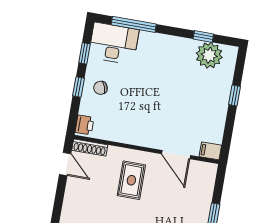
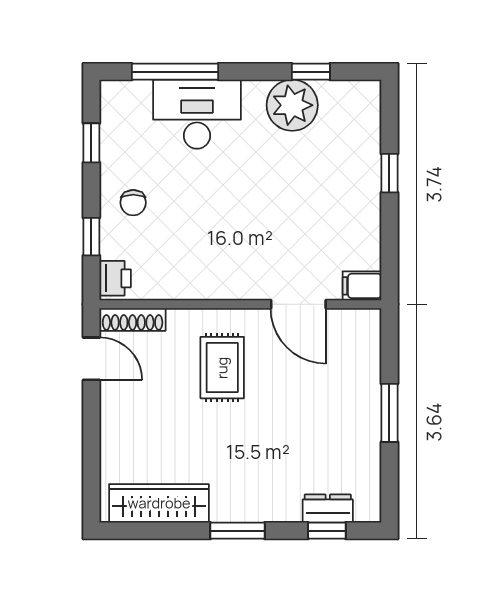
desk: (114, 43) -> (197, 114), moved
plant: (209, 55) -> (292, 105), moved
window: (79, 87) -> (91, 237), moved
chair: (100, 88) -> (133, 203), turned -70

